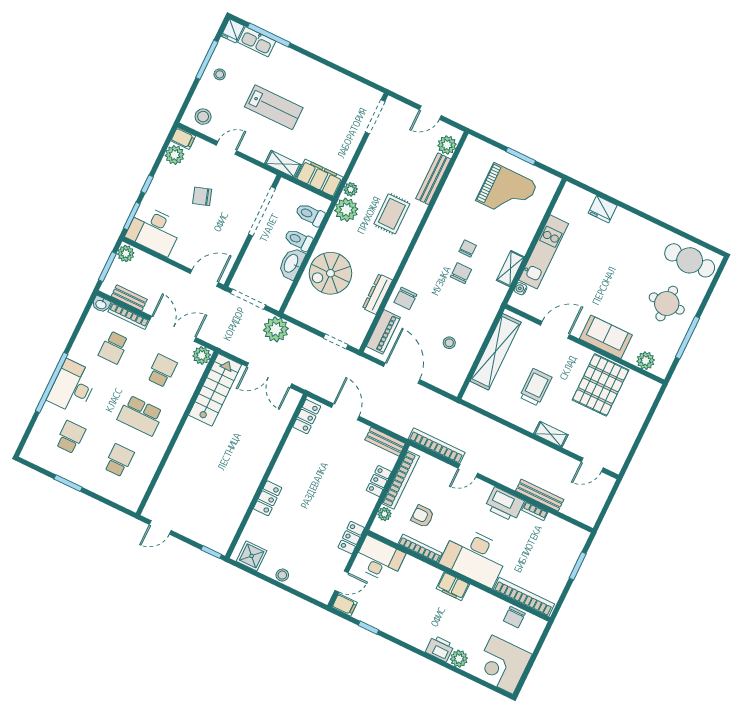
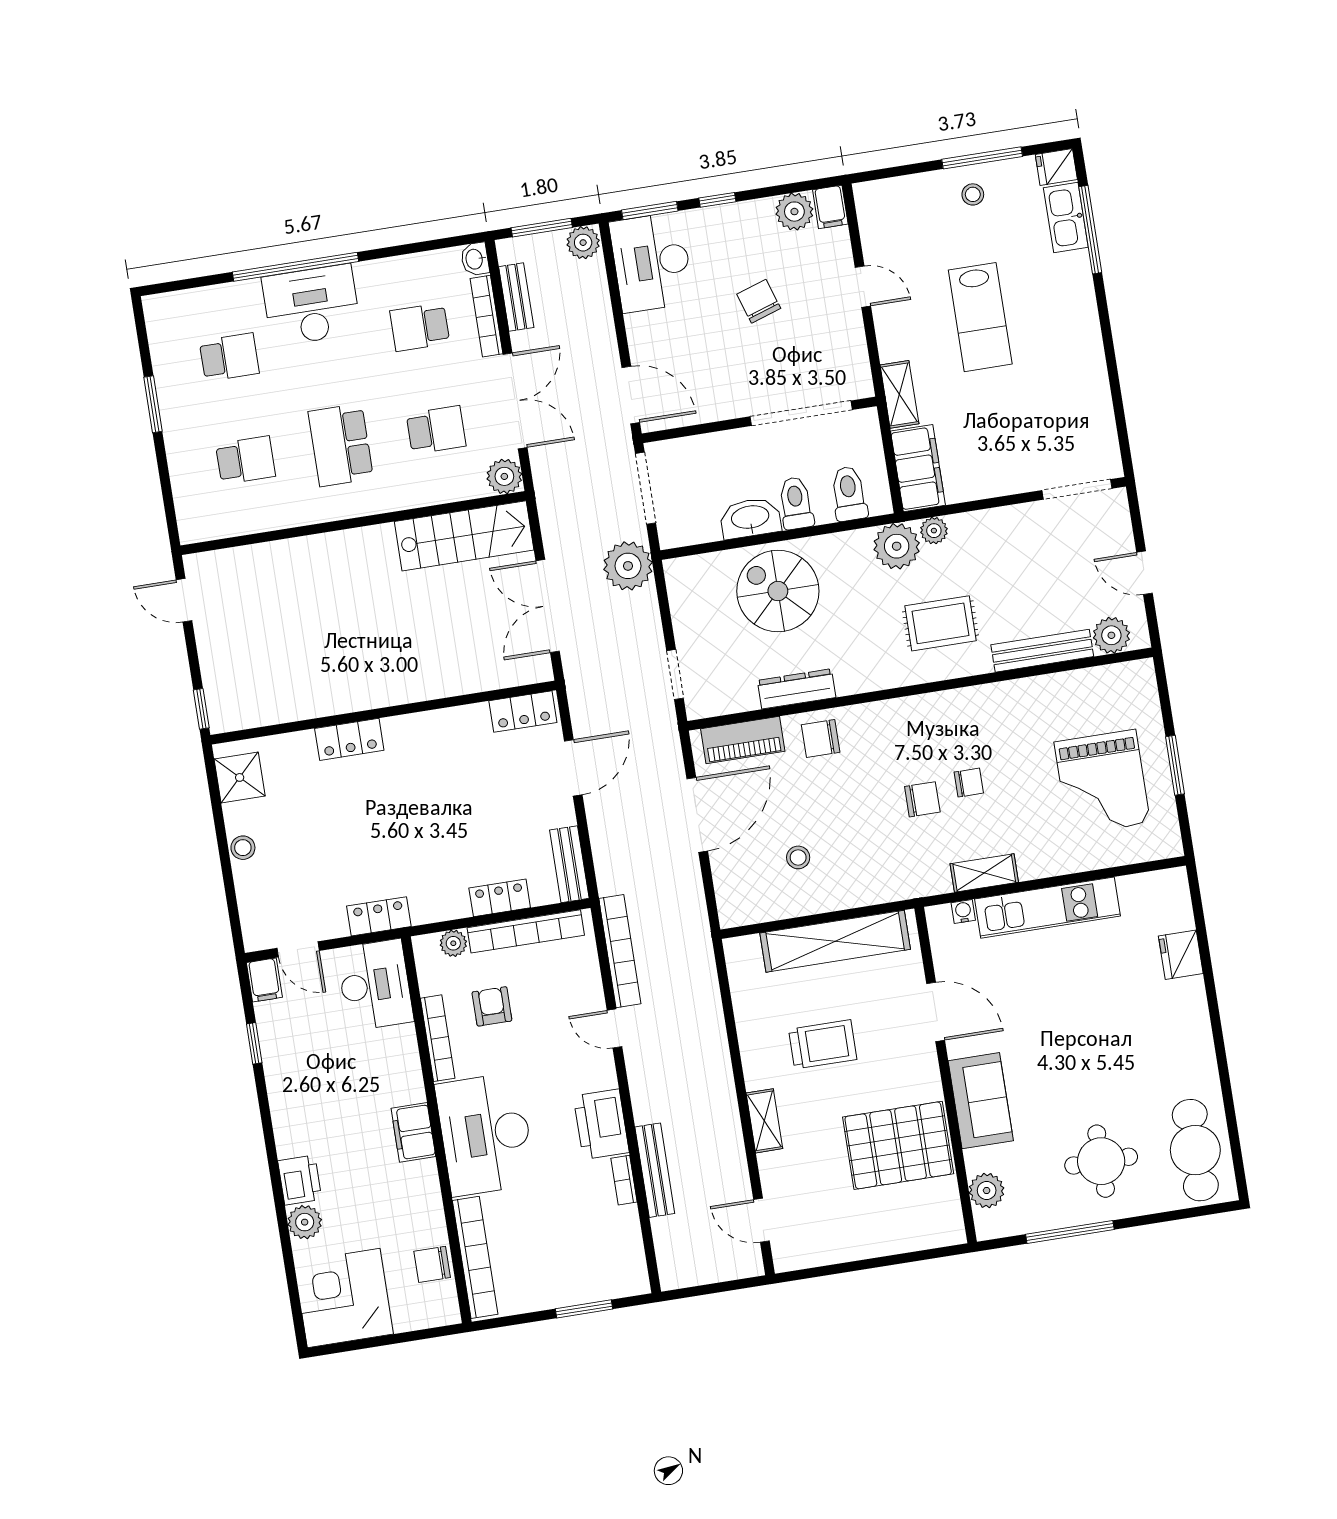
stool: (203, 117) -> (887, 214), removed

